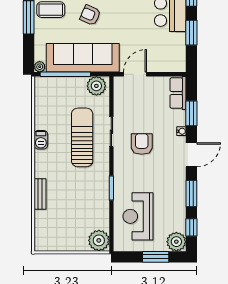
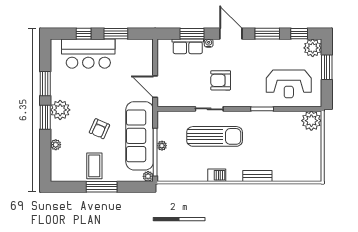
plant: (96, 86) -> (162, 146), moved, width x0.53, depth x0.53
row of seats: (178, 93) -> (188, 46), moved
sun lounger: (82, 137) -> (215, 136), turned 180
bench: (40, 194) -> (257, 176), moved

